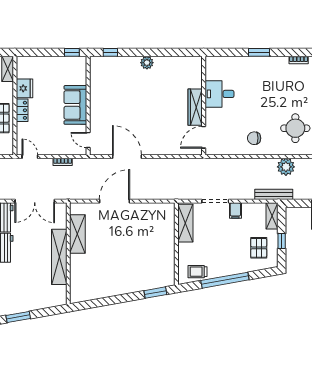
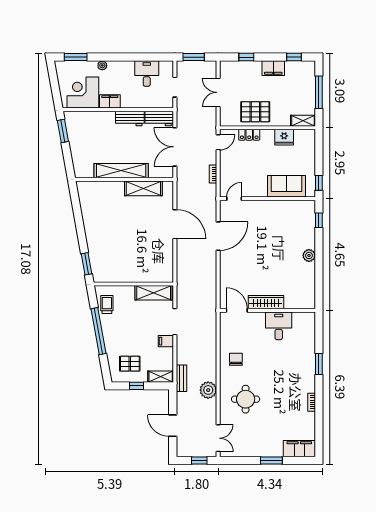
sofa: (75, 105) -> (286, 186), moved
locker: (22, 110) -> (249, 135), moved
bench: (274, 194) -> (181, 378), width x0.73

